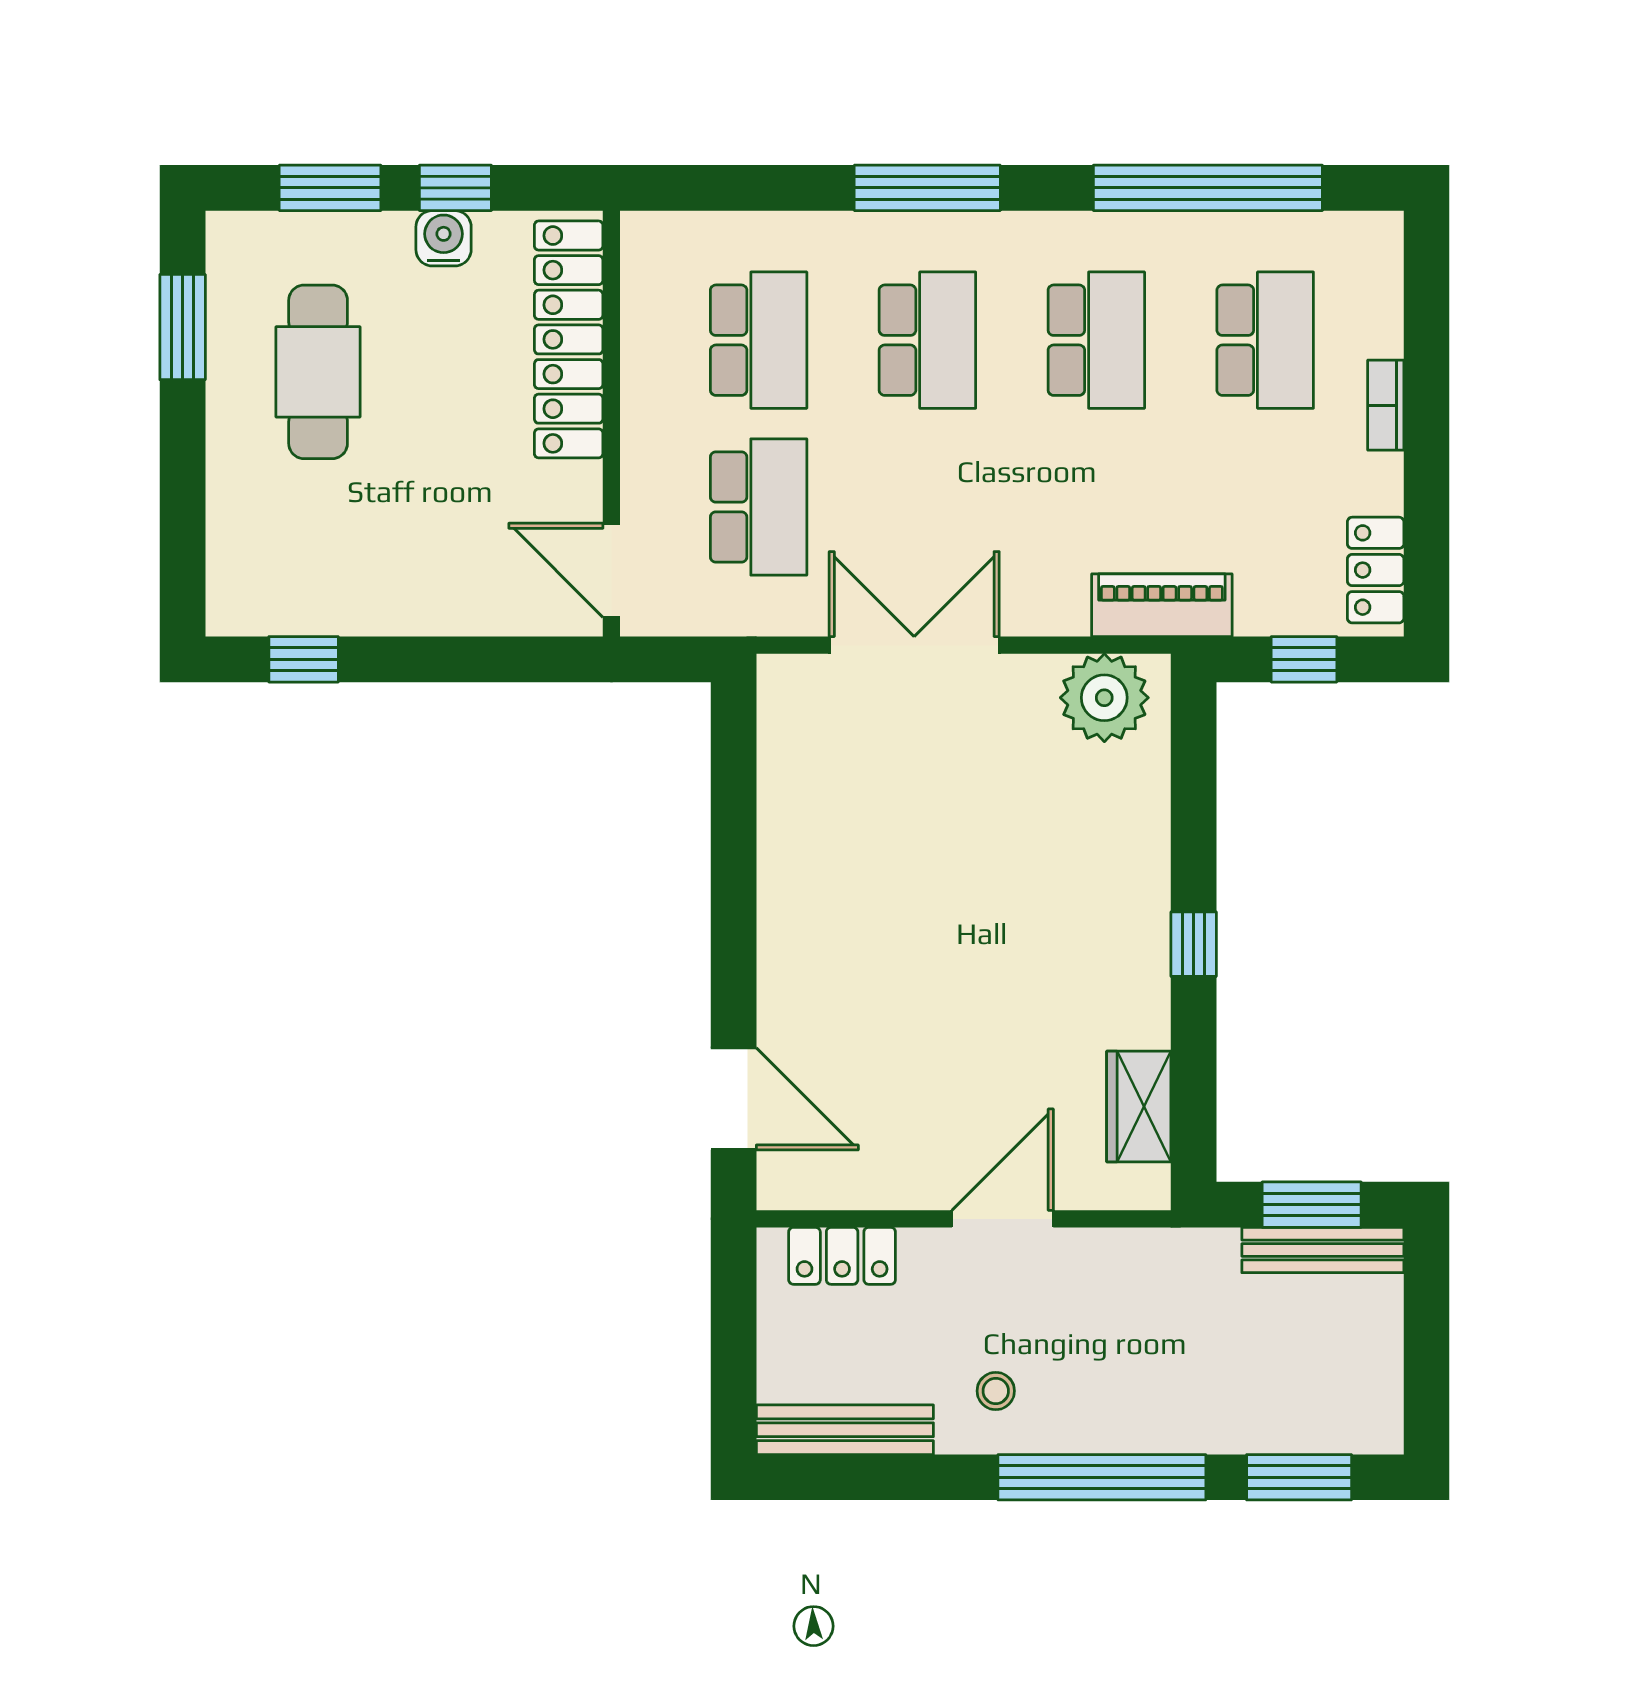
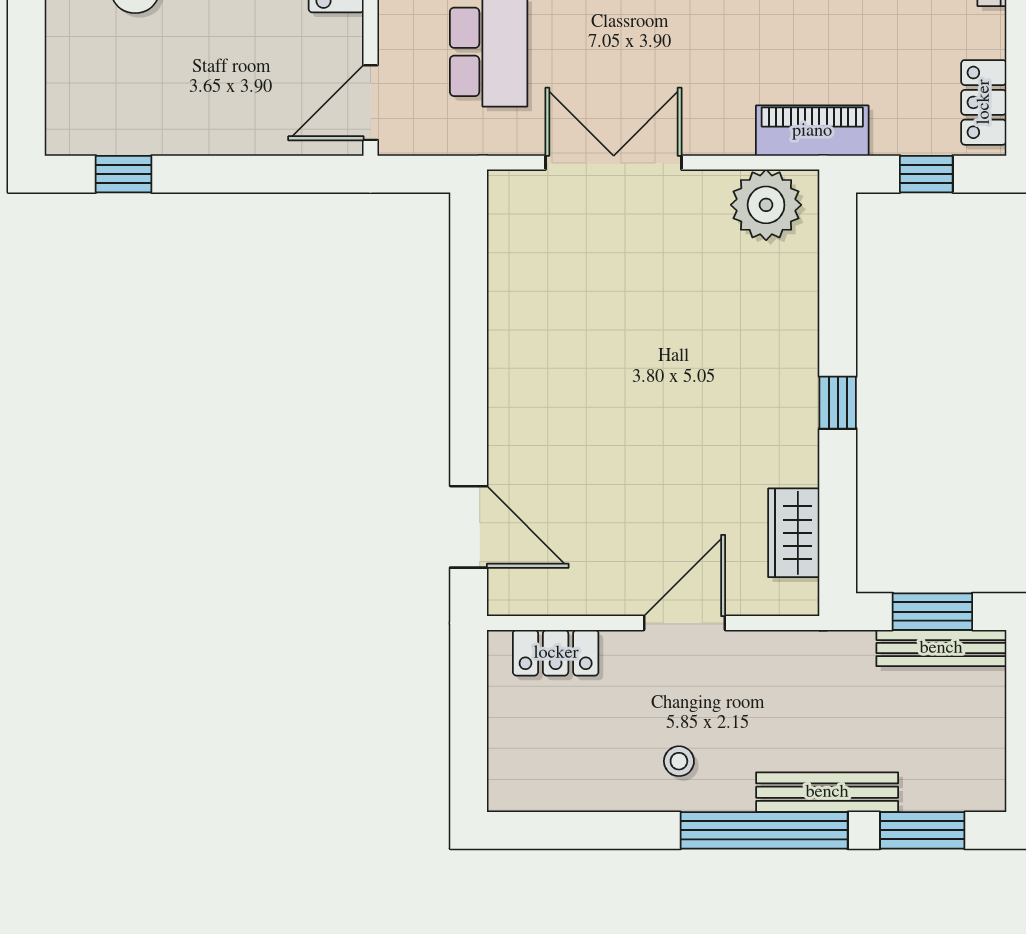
door: (611, 570) -> (371, 103), hinge flipped
bench: (845, 1430) -> (827, 792), moved

